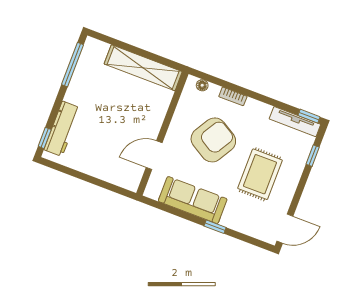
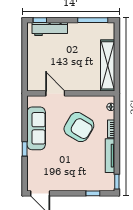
tv unit: (295, 122) -> (110, 156), moved
rug: (260, 174) -> (69, 165), removed

